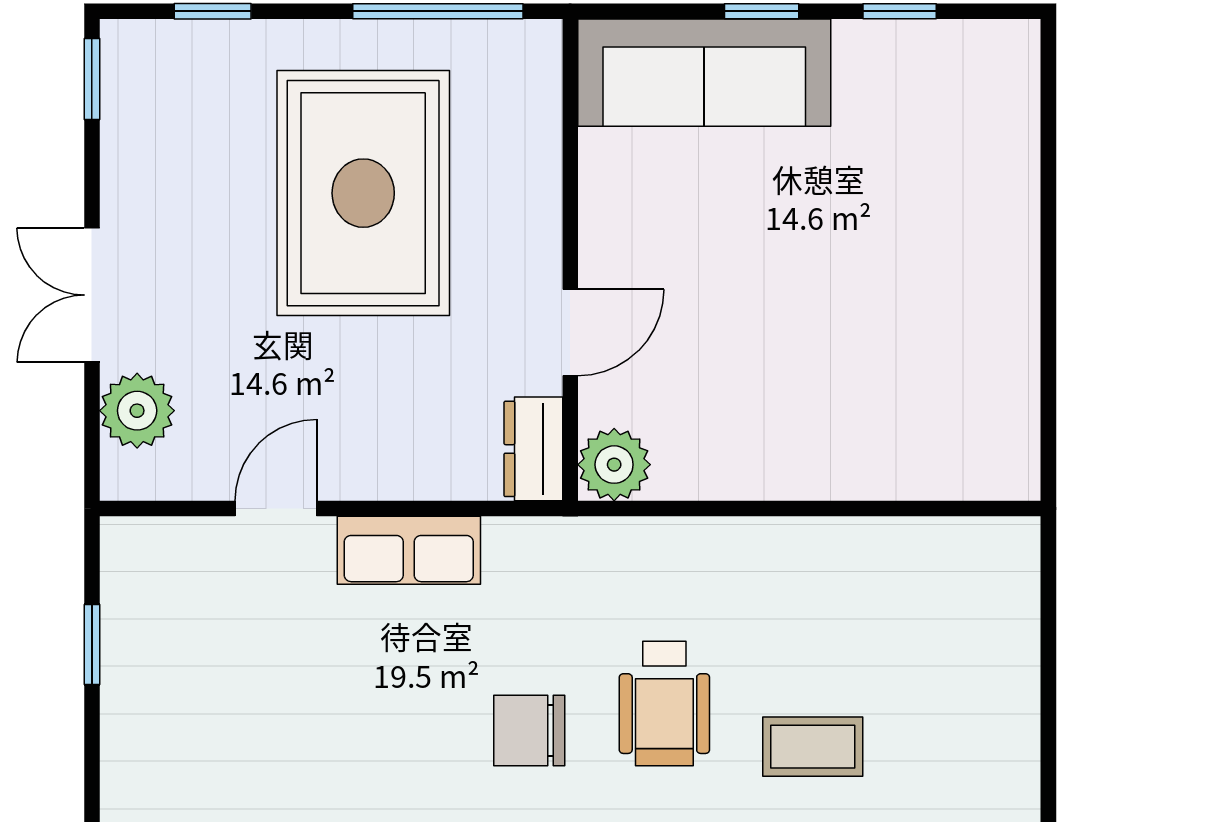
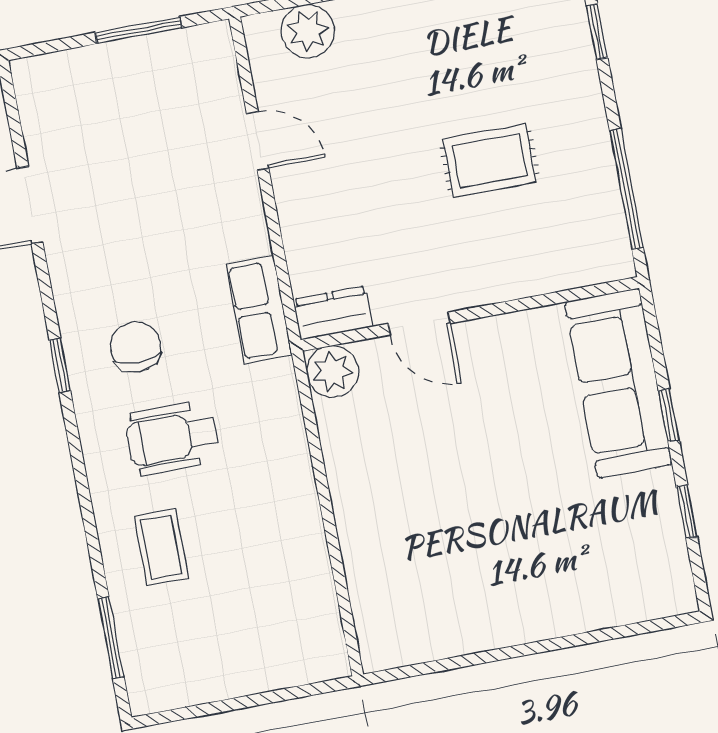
rug: (363, 193) -> (490, 161), width x0.54, depth x0.49
row of seats: (409, 550) -> (259, 310), moved
window: (92, 644) -> (139, 30), width x1.50

